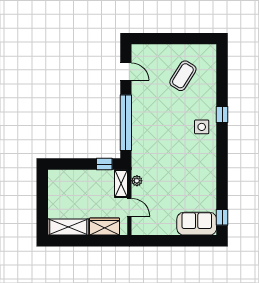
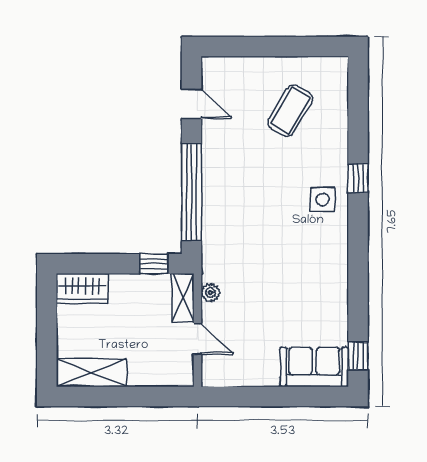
wardrobe: (105, 226) -> (82, 288), moved, turned 180

